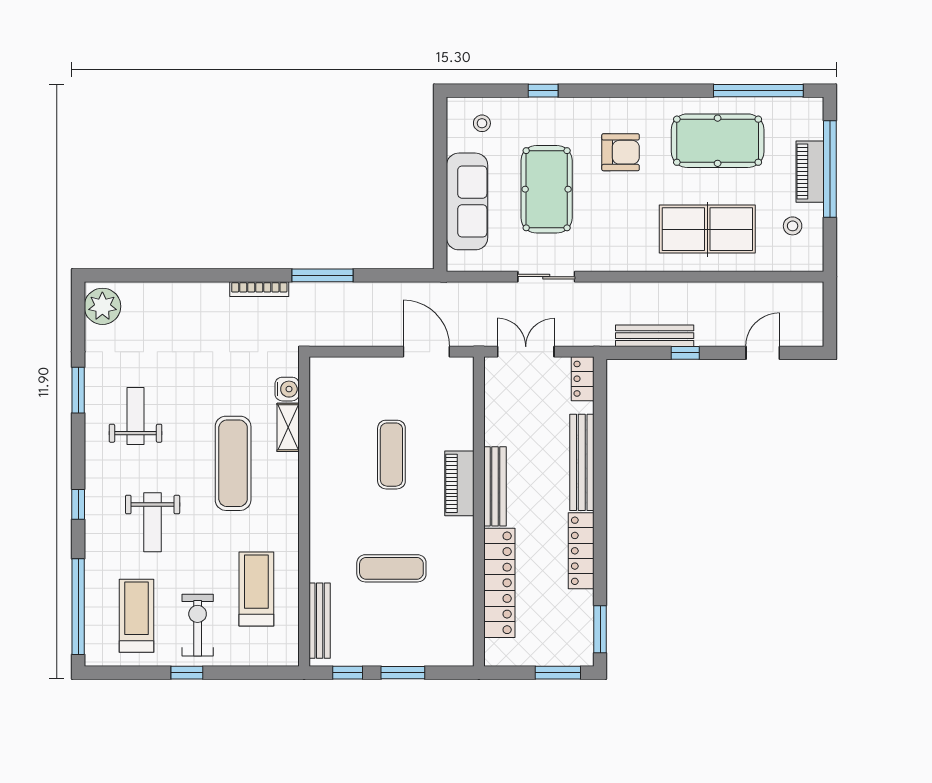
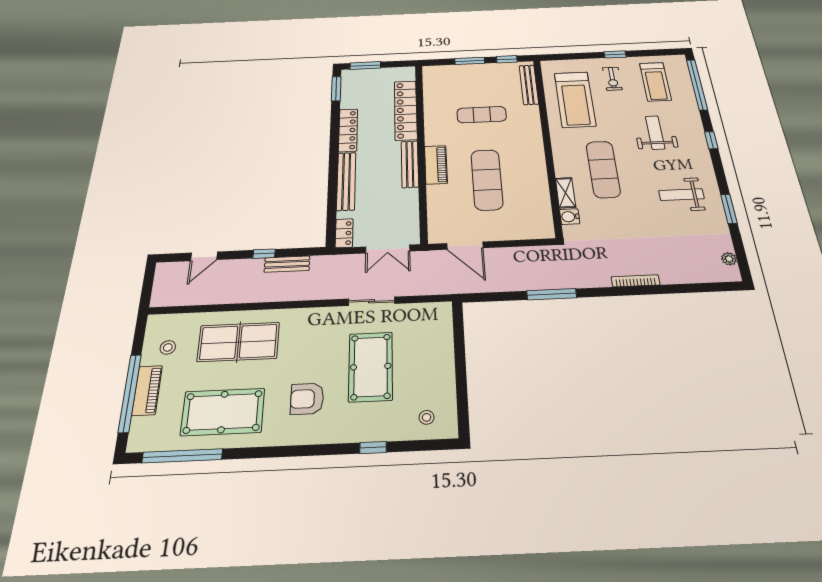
sofa: (467, 201) -> (437, 354), removed
bookcase: (259, 289) -> (635, 281), moved
plant: (102, 306) -> (729, 259), width x0.53, depth x0.53
bench: (655, 336) -> (287, 264), width x0.73
weight bench: (136, 416) -> (681, 195), turned 90
exercise mat: (391, 455) -> (487, 180), width x1.36, depth x1.45
treadmill: (256, 589) -> (575, 99), width x1.37, depth x1.38
exercise bike: (198, 625) -> (612, 79), width x0.73, depth x0.72

